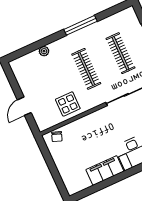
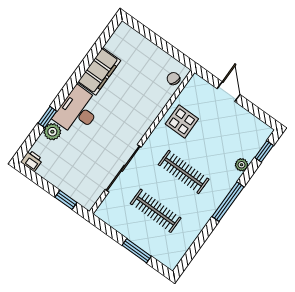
window: (81, 25) -> (228, 202), moved
window: (23, 51) -> (264, 152), added

